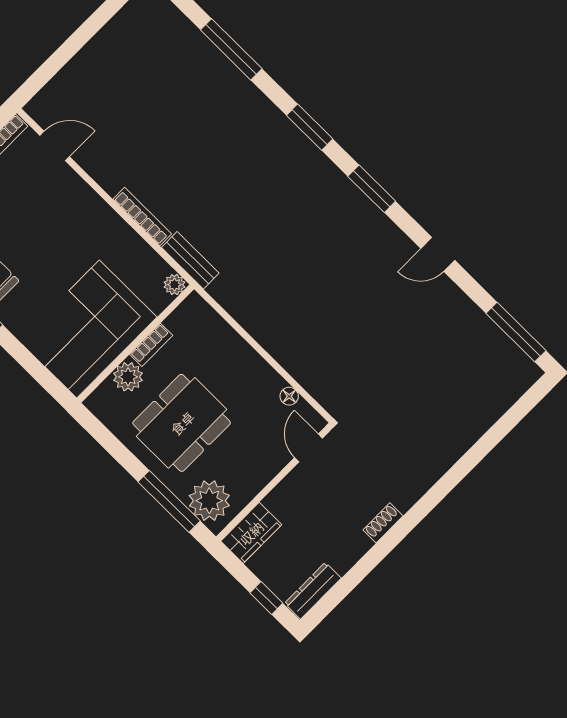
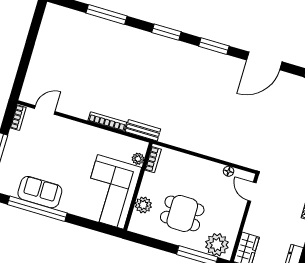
door: (438, 254) -> (264, 61), width x1.88
plant: (174, 285) -> (138, 159), moved
bookcase: (151, 345) -> (153, 160), moved
dining table: (182, 423) -> (182, 213), width x0.73

